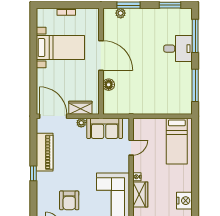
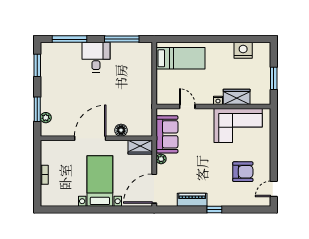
bed with nightstands: (60, 48) -> (100, 181), moved
desk: (178, 49) -> (96, 57), moved
wardrobe: (80, 108) -> (140, 147), moved, turned -90
piano: (45, 152) -> (192, 200), width x0.73, depth x0.75

